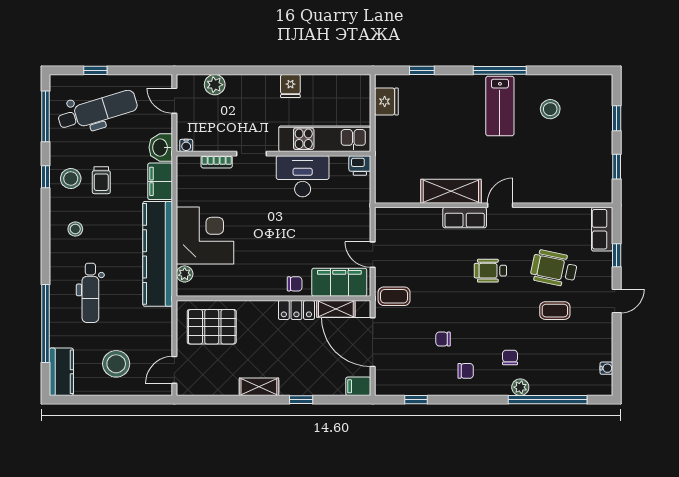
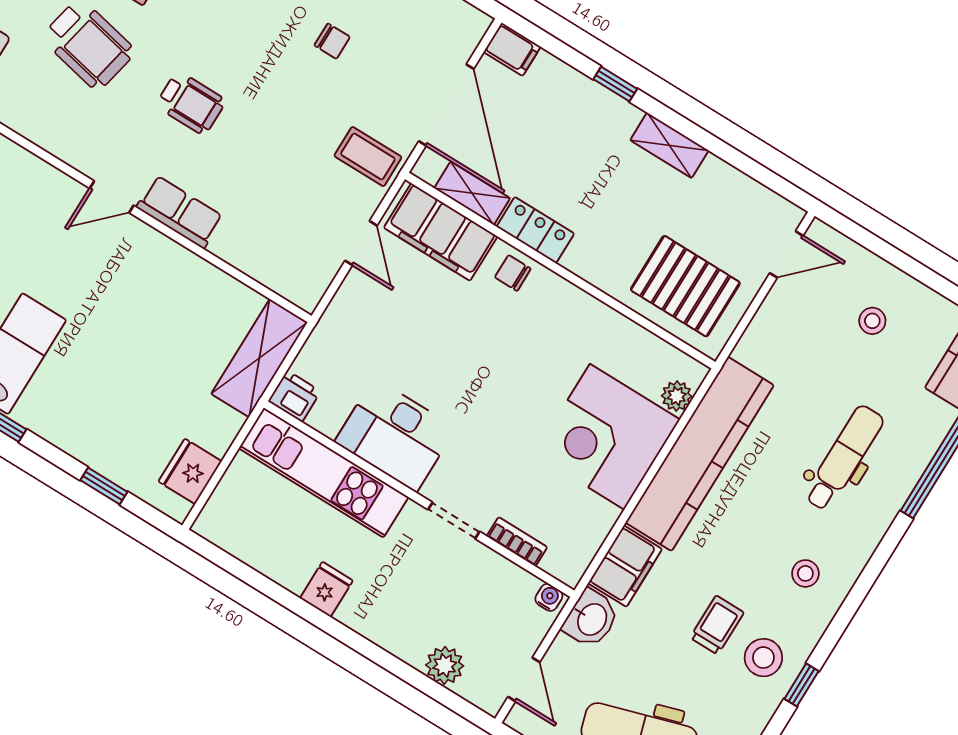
shelving: (451, 191) -> (259, 358), moved, turned 90
stool: (116, 364) -> (872, 321), width x0.53, depth x0.53

